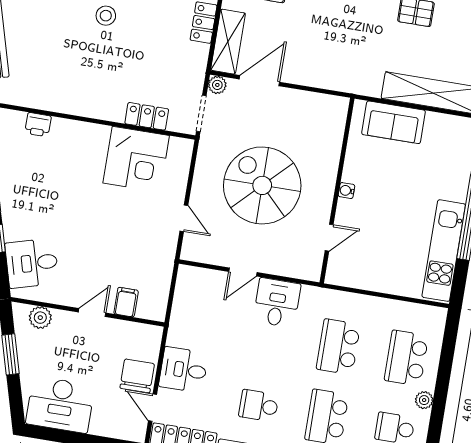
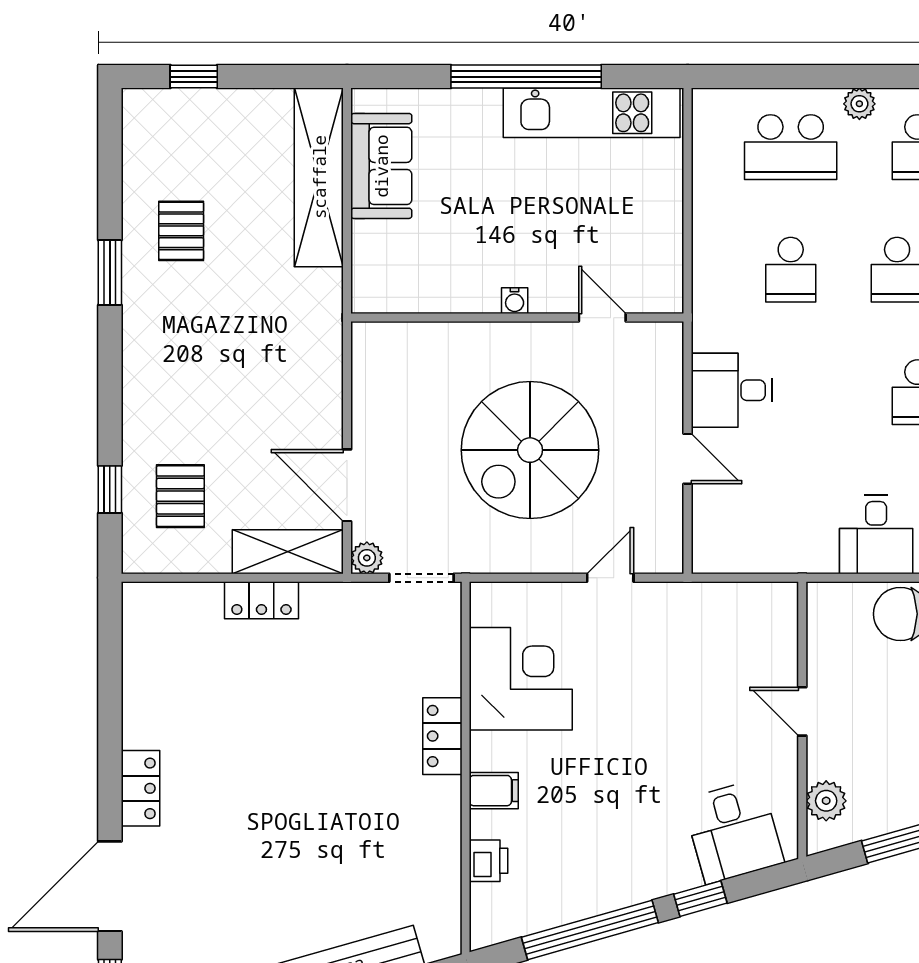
stool: (106, 16) -> (278, 774), removed
locker: (147, 116) -> (442, 736), moved
sofa: (393, 122) -> (381, 166), moved
filing cabinet: (126, 302) -> (494, 791), moved, turned 180
school desk: (338, 347) -> (791, 270), width x0.54

